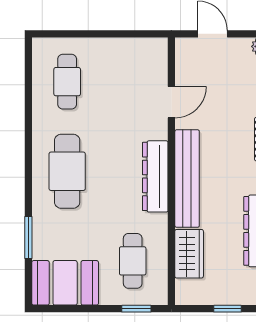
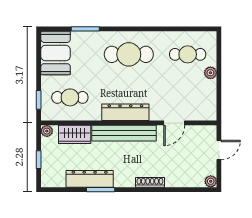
plant: (95, 47) -> (210, 73), added
door: (171, 102) -> (174, 123), hinge flipped
plant: (184, 296) -> (47, 131), added

